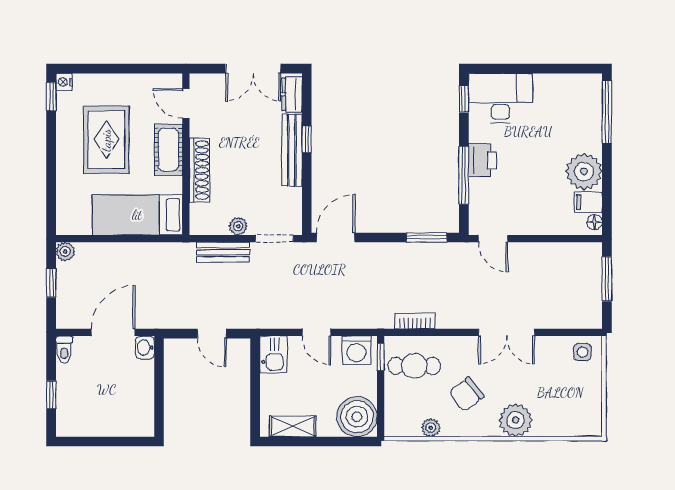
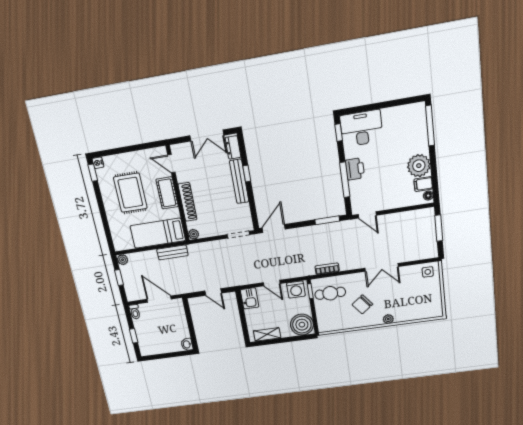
plant: (238, 226) -> (194, 234), moved
bench: (223, 252) -> (172, 252), moved
door: (113, 332) -> (159, 299), hinge flipped
washbasin: (145, 348) -> (187, 344), moved
plant: (516, 420) -> (388, 319), width x0.53, depth x0.53
plant: (431, 428) -> (344, 325), removed

